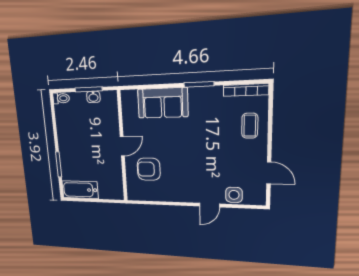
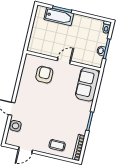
sofa: (163, 103) -> (87, 84), moved
door: (122, 146) -> (64, 61), swing flipped
bathtub: (80, 190) -> (59, 16), moved, turned 90

